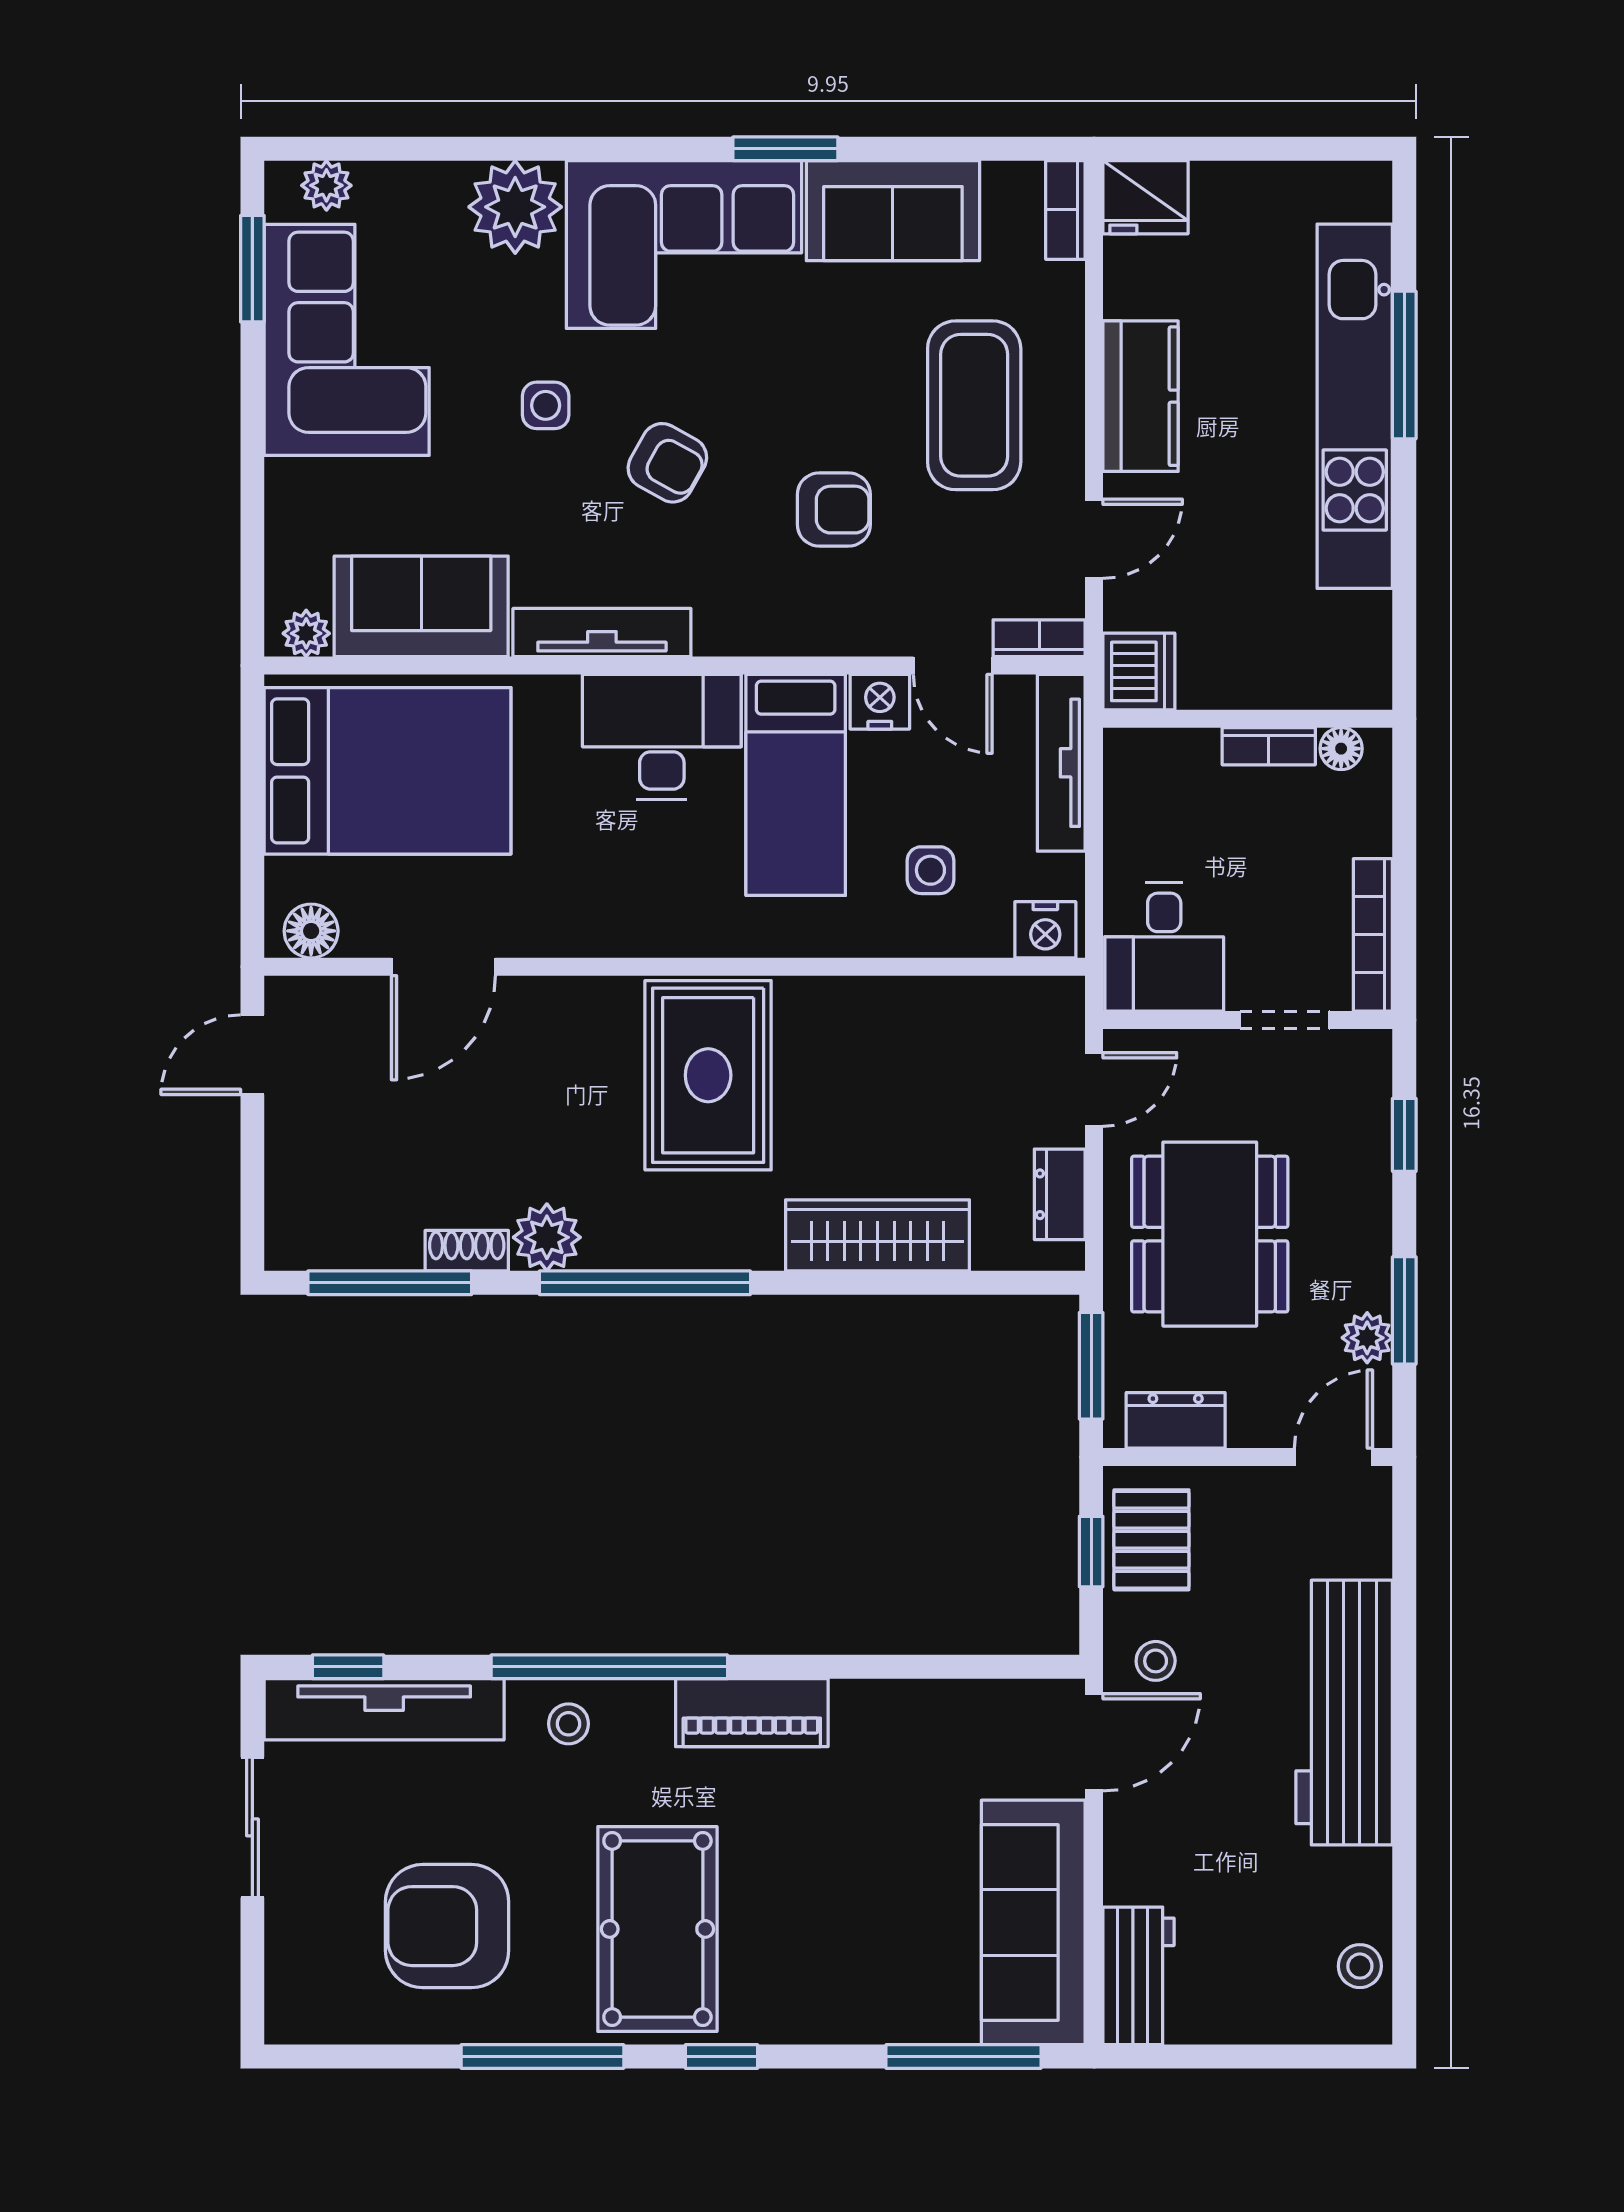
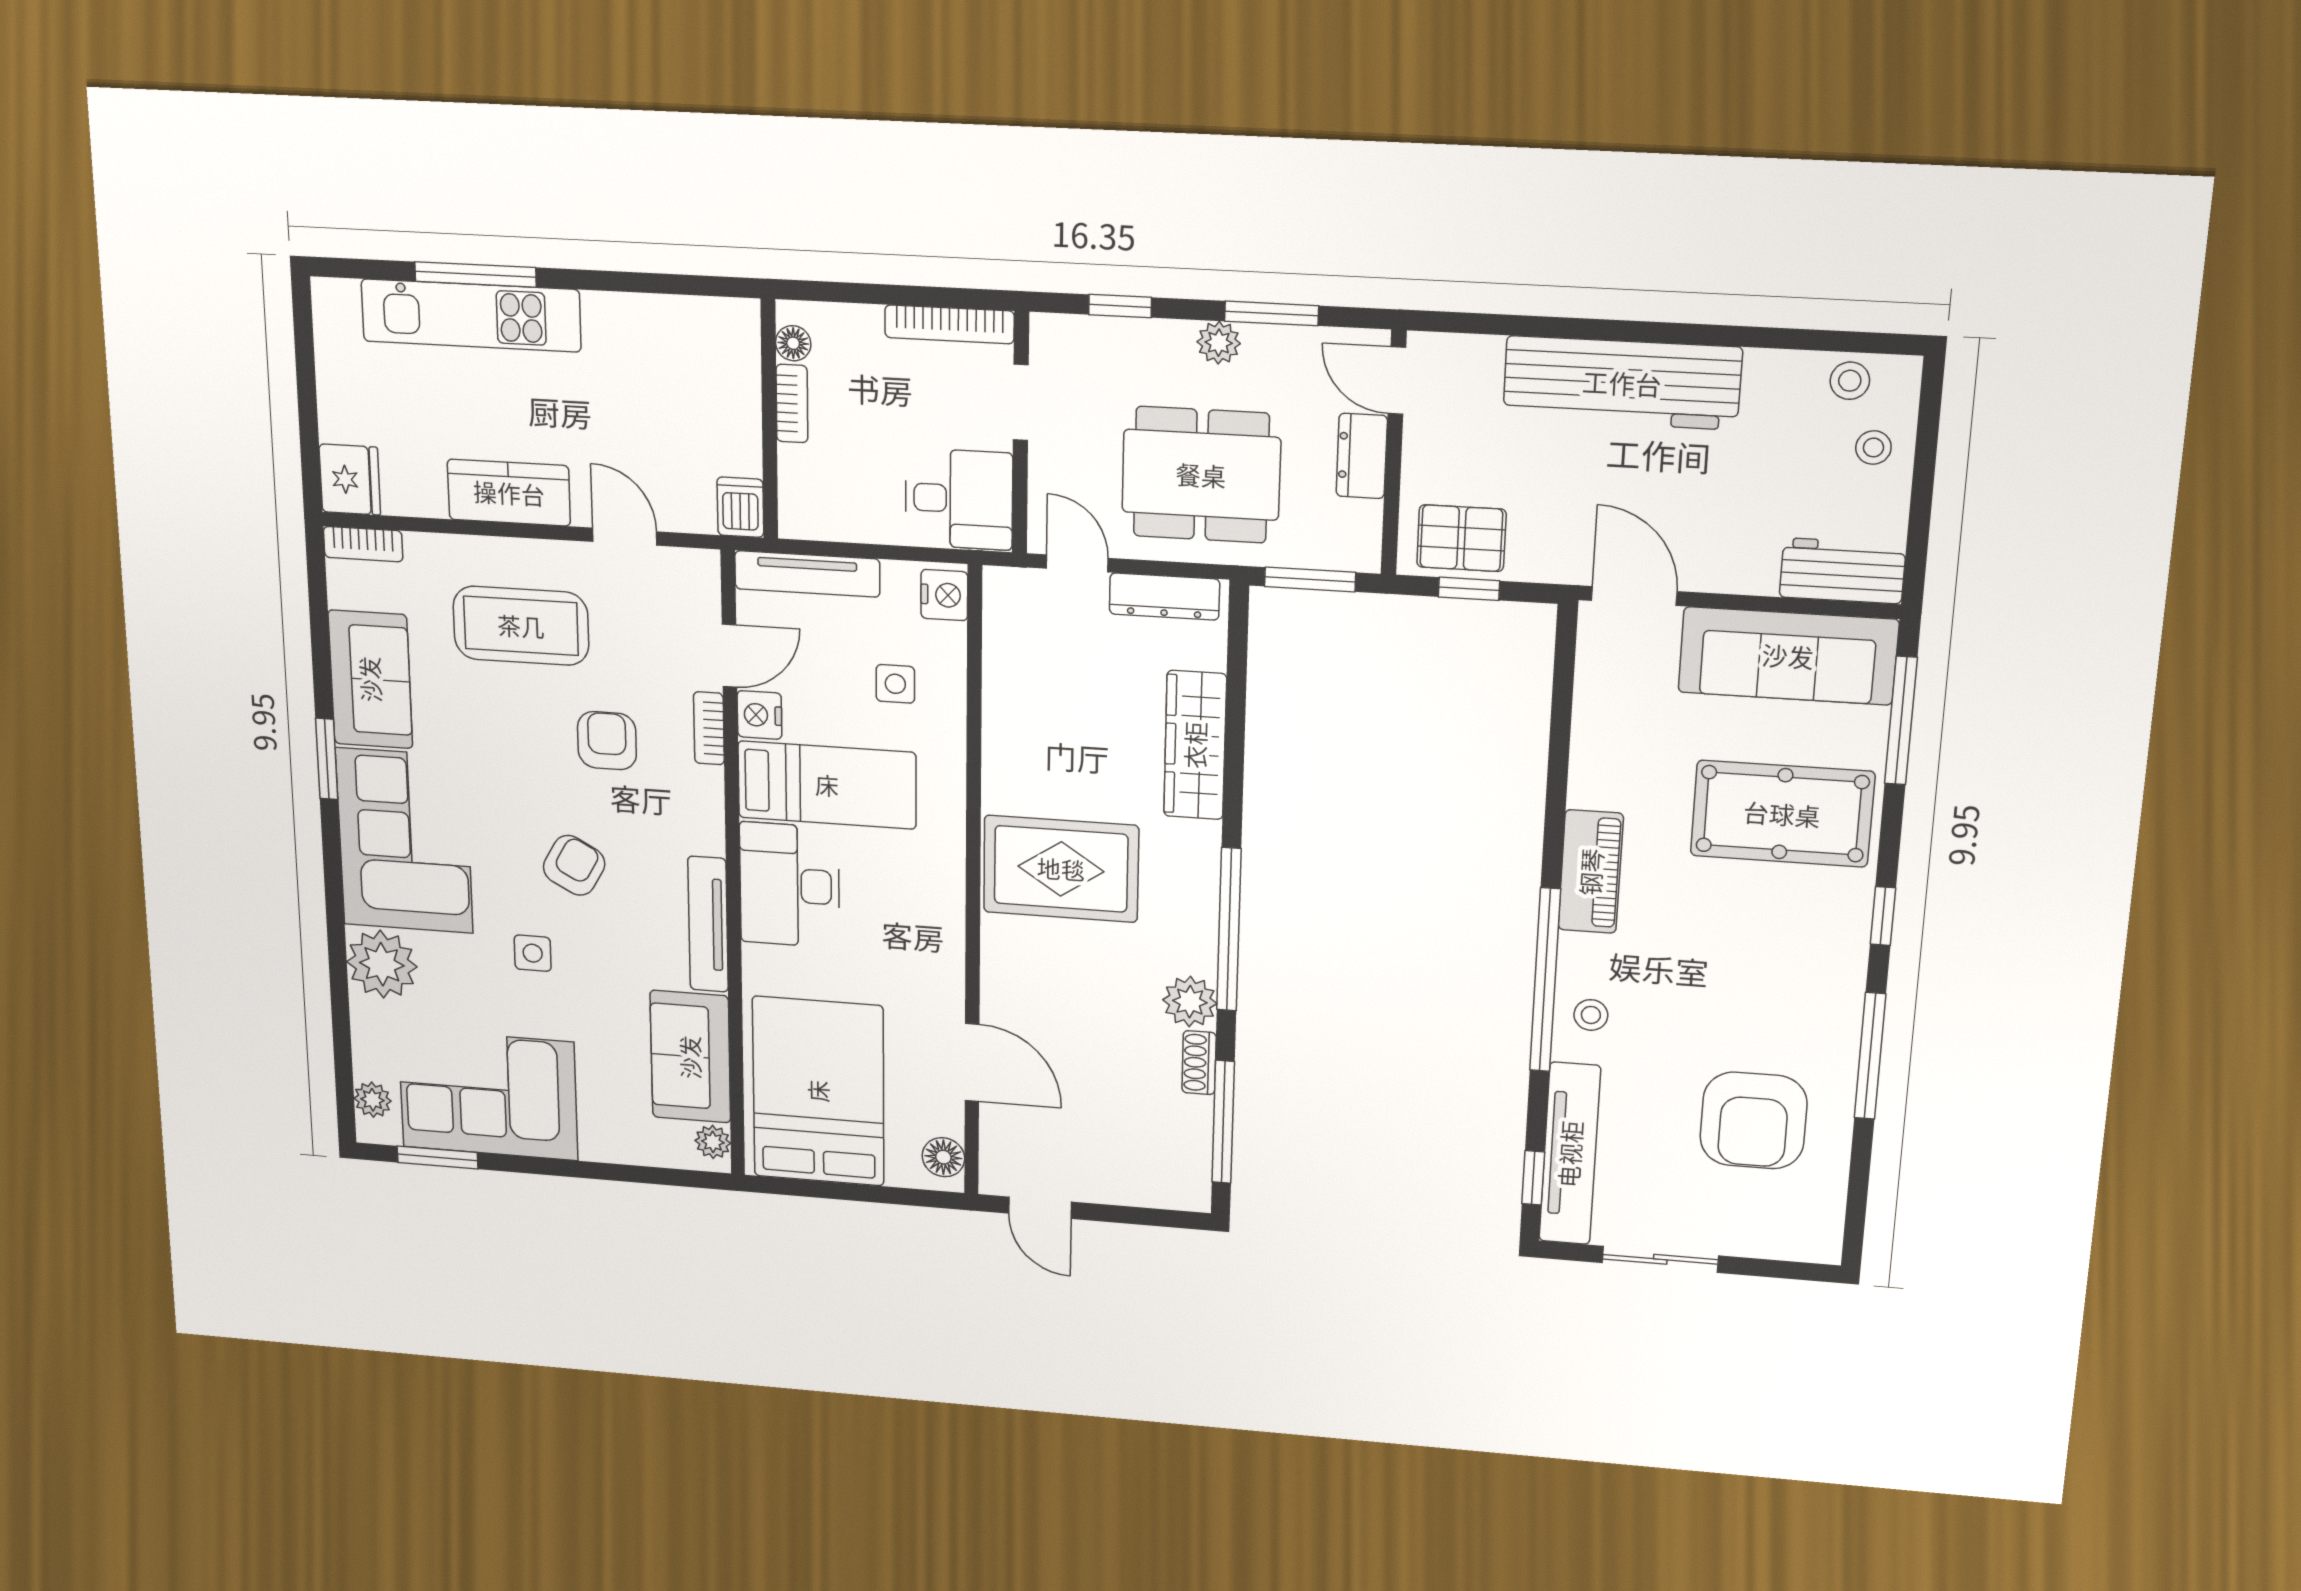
kitchen unit: (1355, 406) -> (471, 315), width x0.73
bookcase: (1039, 638) -> (709, 728), moved
dishwasher: (1139, 671) -> (740, 507), width x0.73
dresser: (1060, 1194) -> (1164, 597), width x1.44
plant: (1367, 1338) -> (1219, 343), moved
dresser: (1176, 1420) -> (1362, 456), moved
stool: (1156, 1661) -> (1873, 447), moved
pool table: (657, 1929) -> (1782, 814), moved

